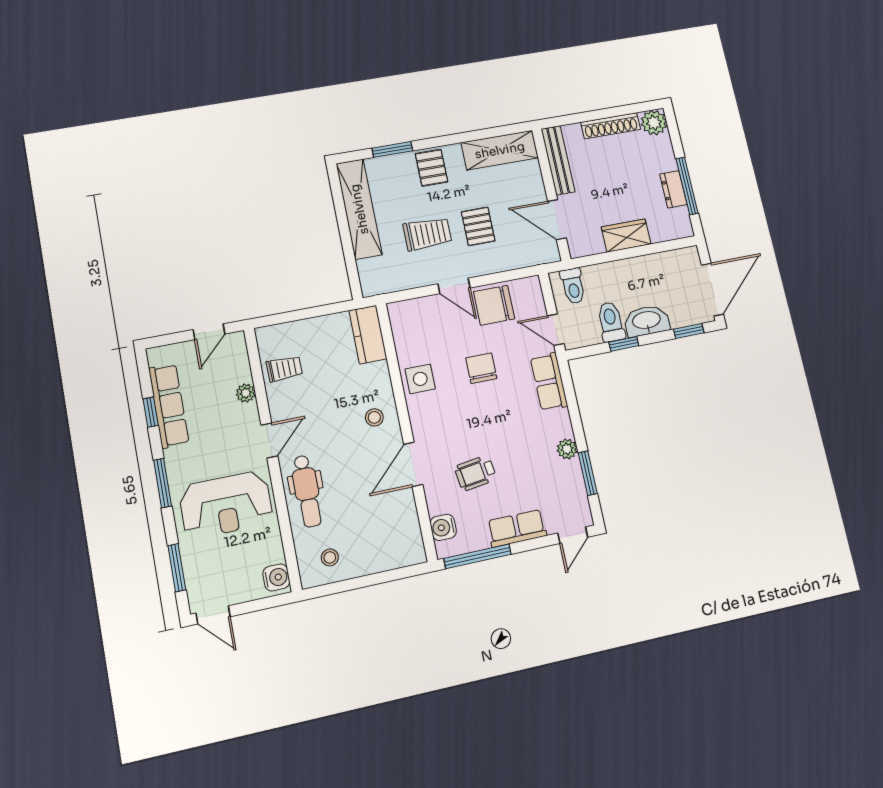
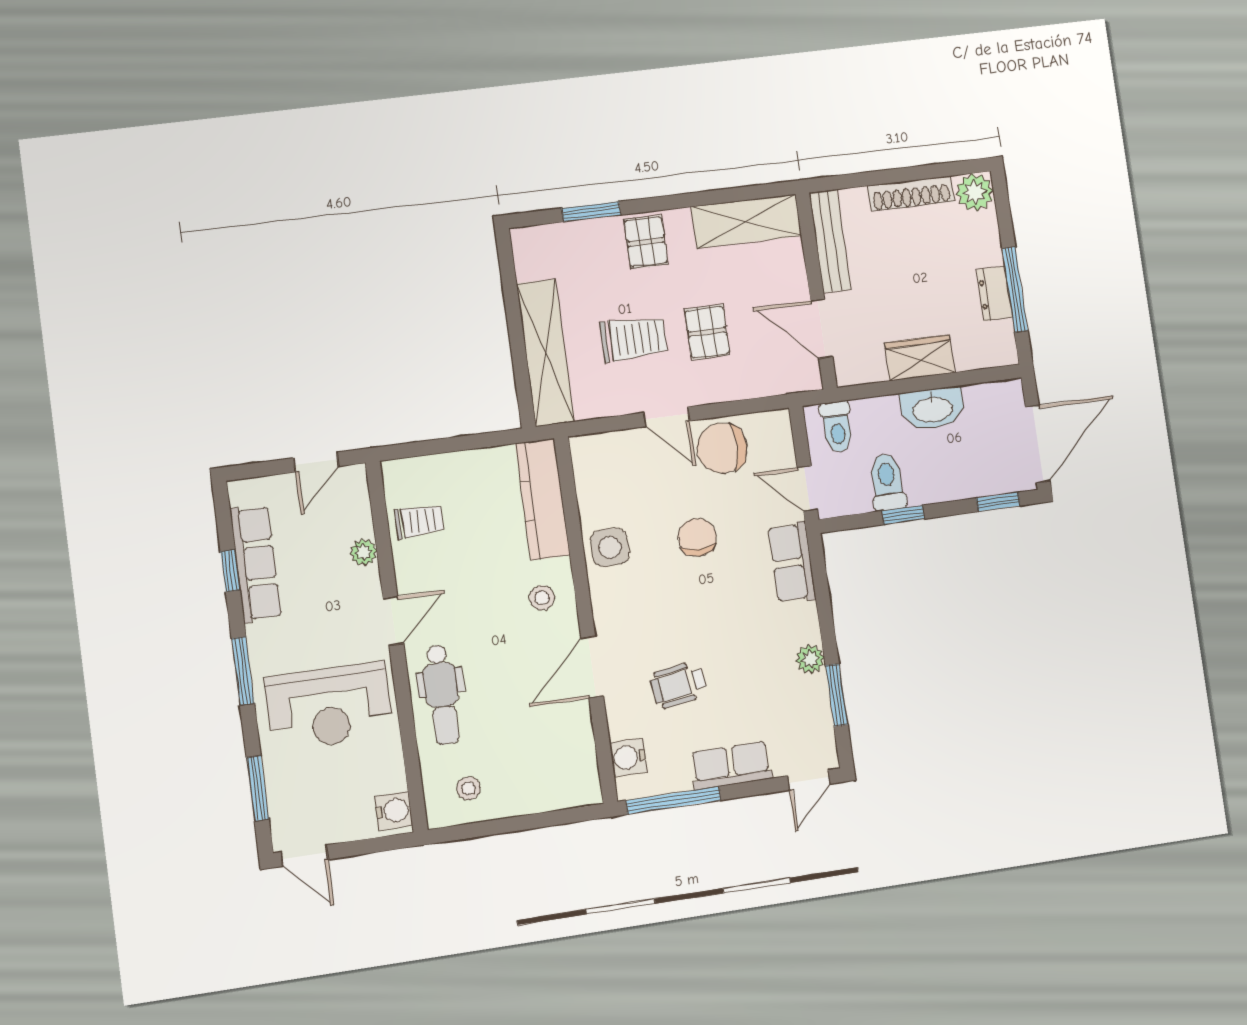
shelving: (359, 209) -> (545, 353), moved
washbasin: (647, 321) -> (932, 408), moved, turned 180
kitchen counter: (368, 335) -> (543, 499), width x1.50

